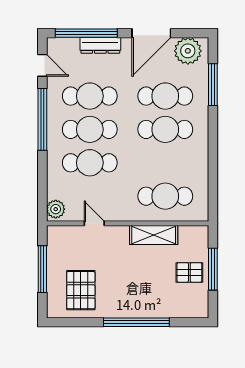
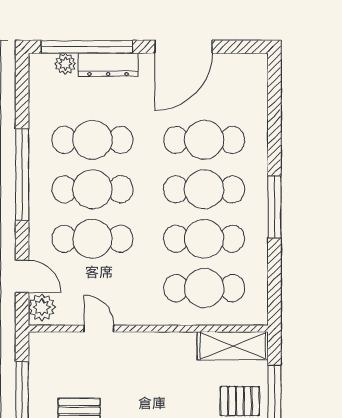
plant: (188, 51) -> (65, 64), moved, width x0.53, depth x0.53
door: (42, 65) -> (22, 276), moved
window: (213, 85) -> (274, 207), moved
cafe table: (165, 163) -> (204, 239), added
shelving: (154, 235) -> (233, 346), moved

